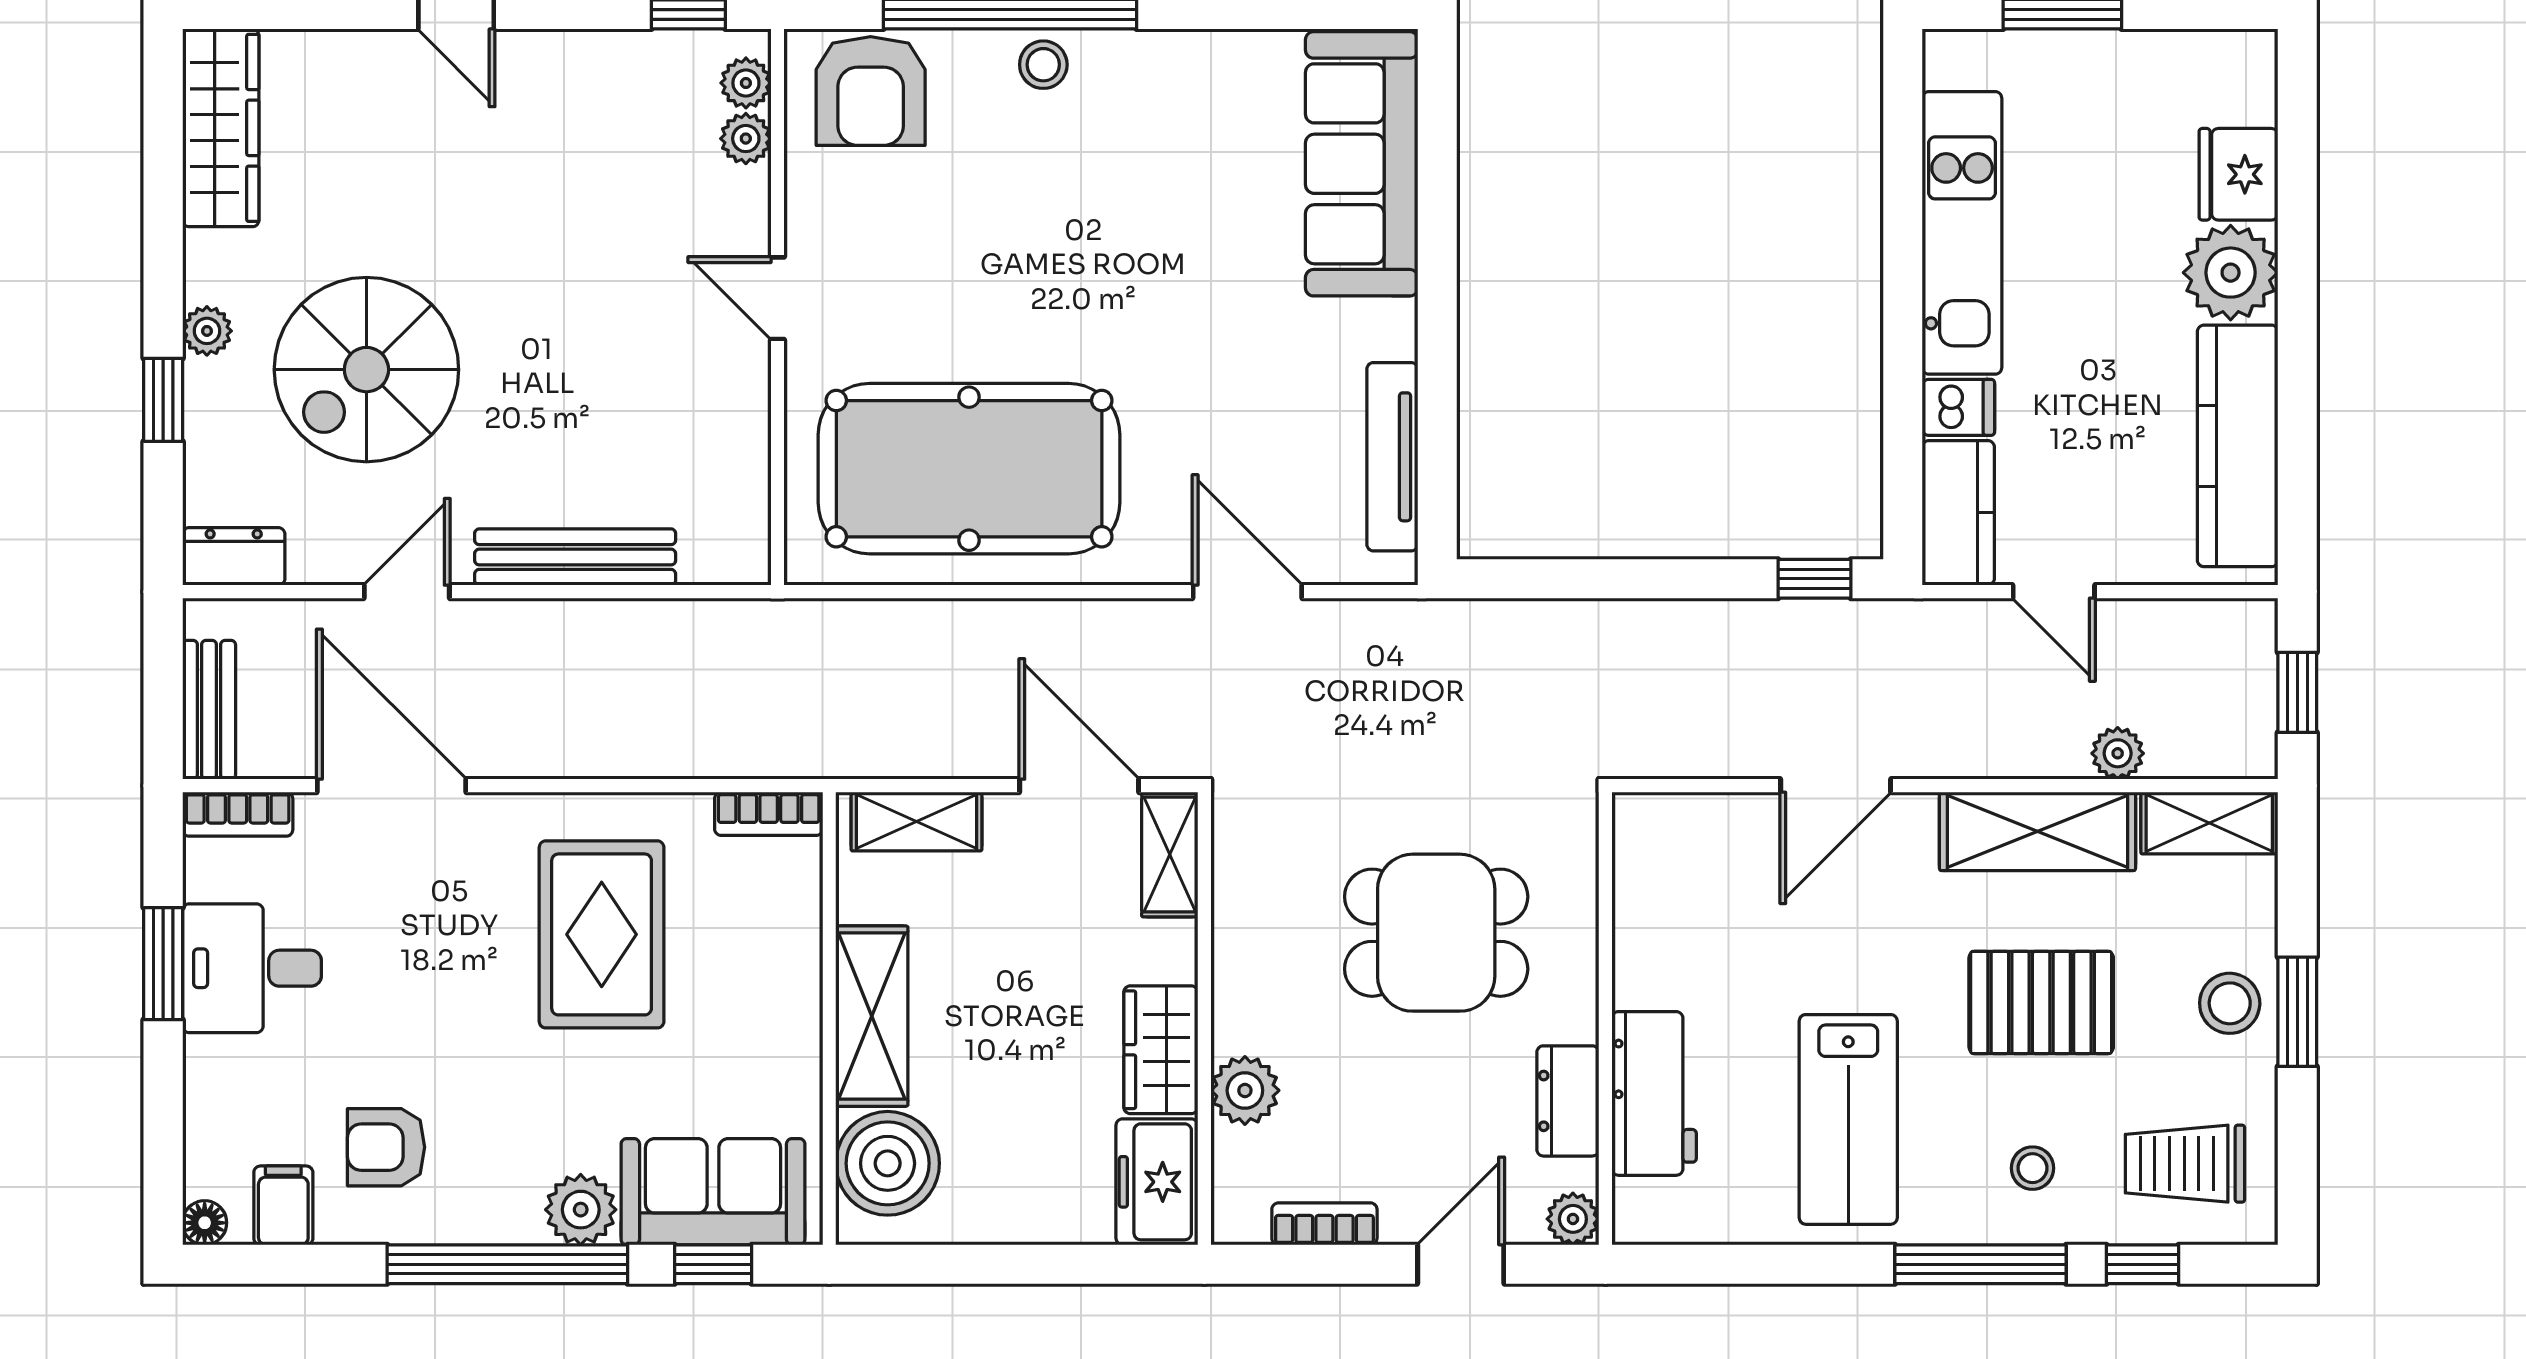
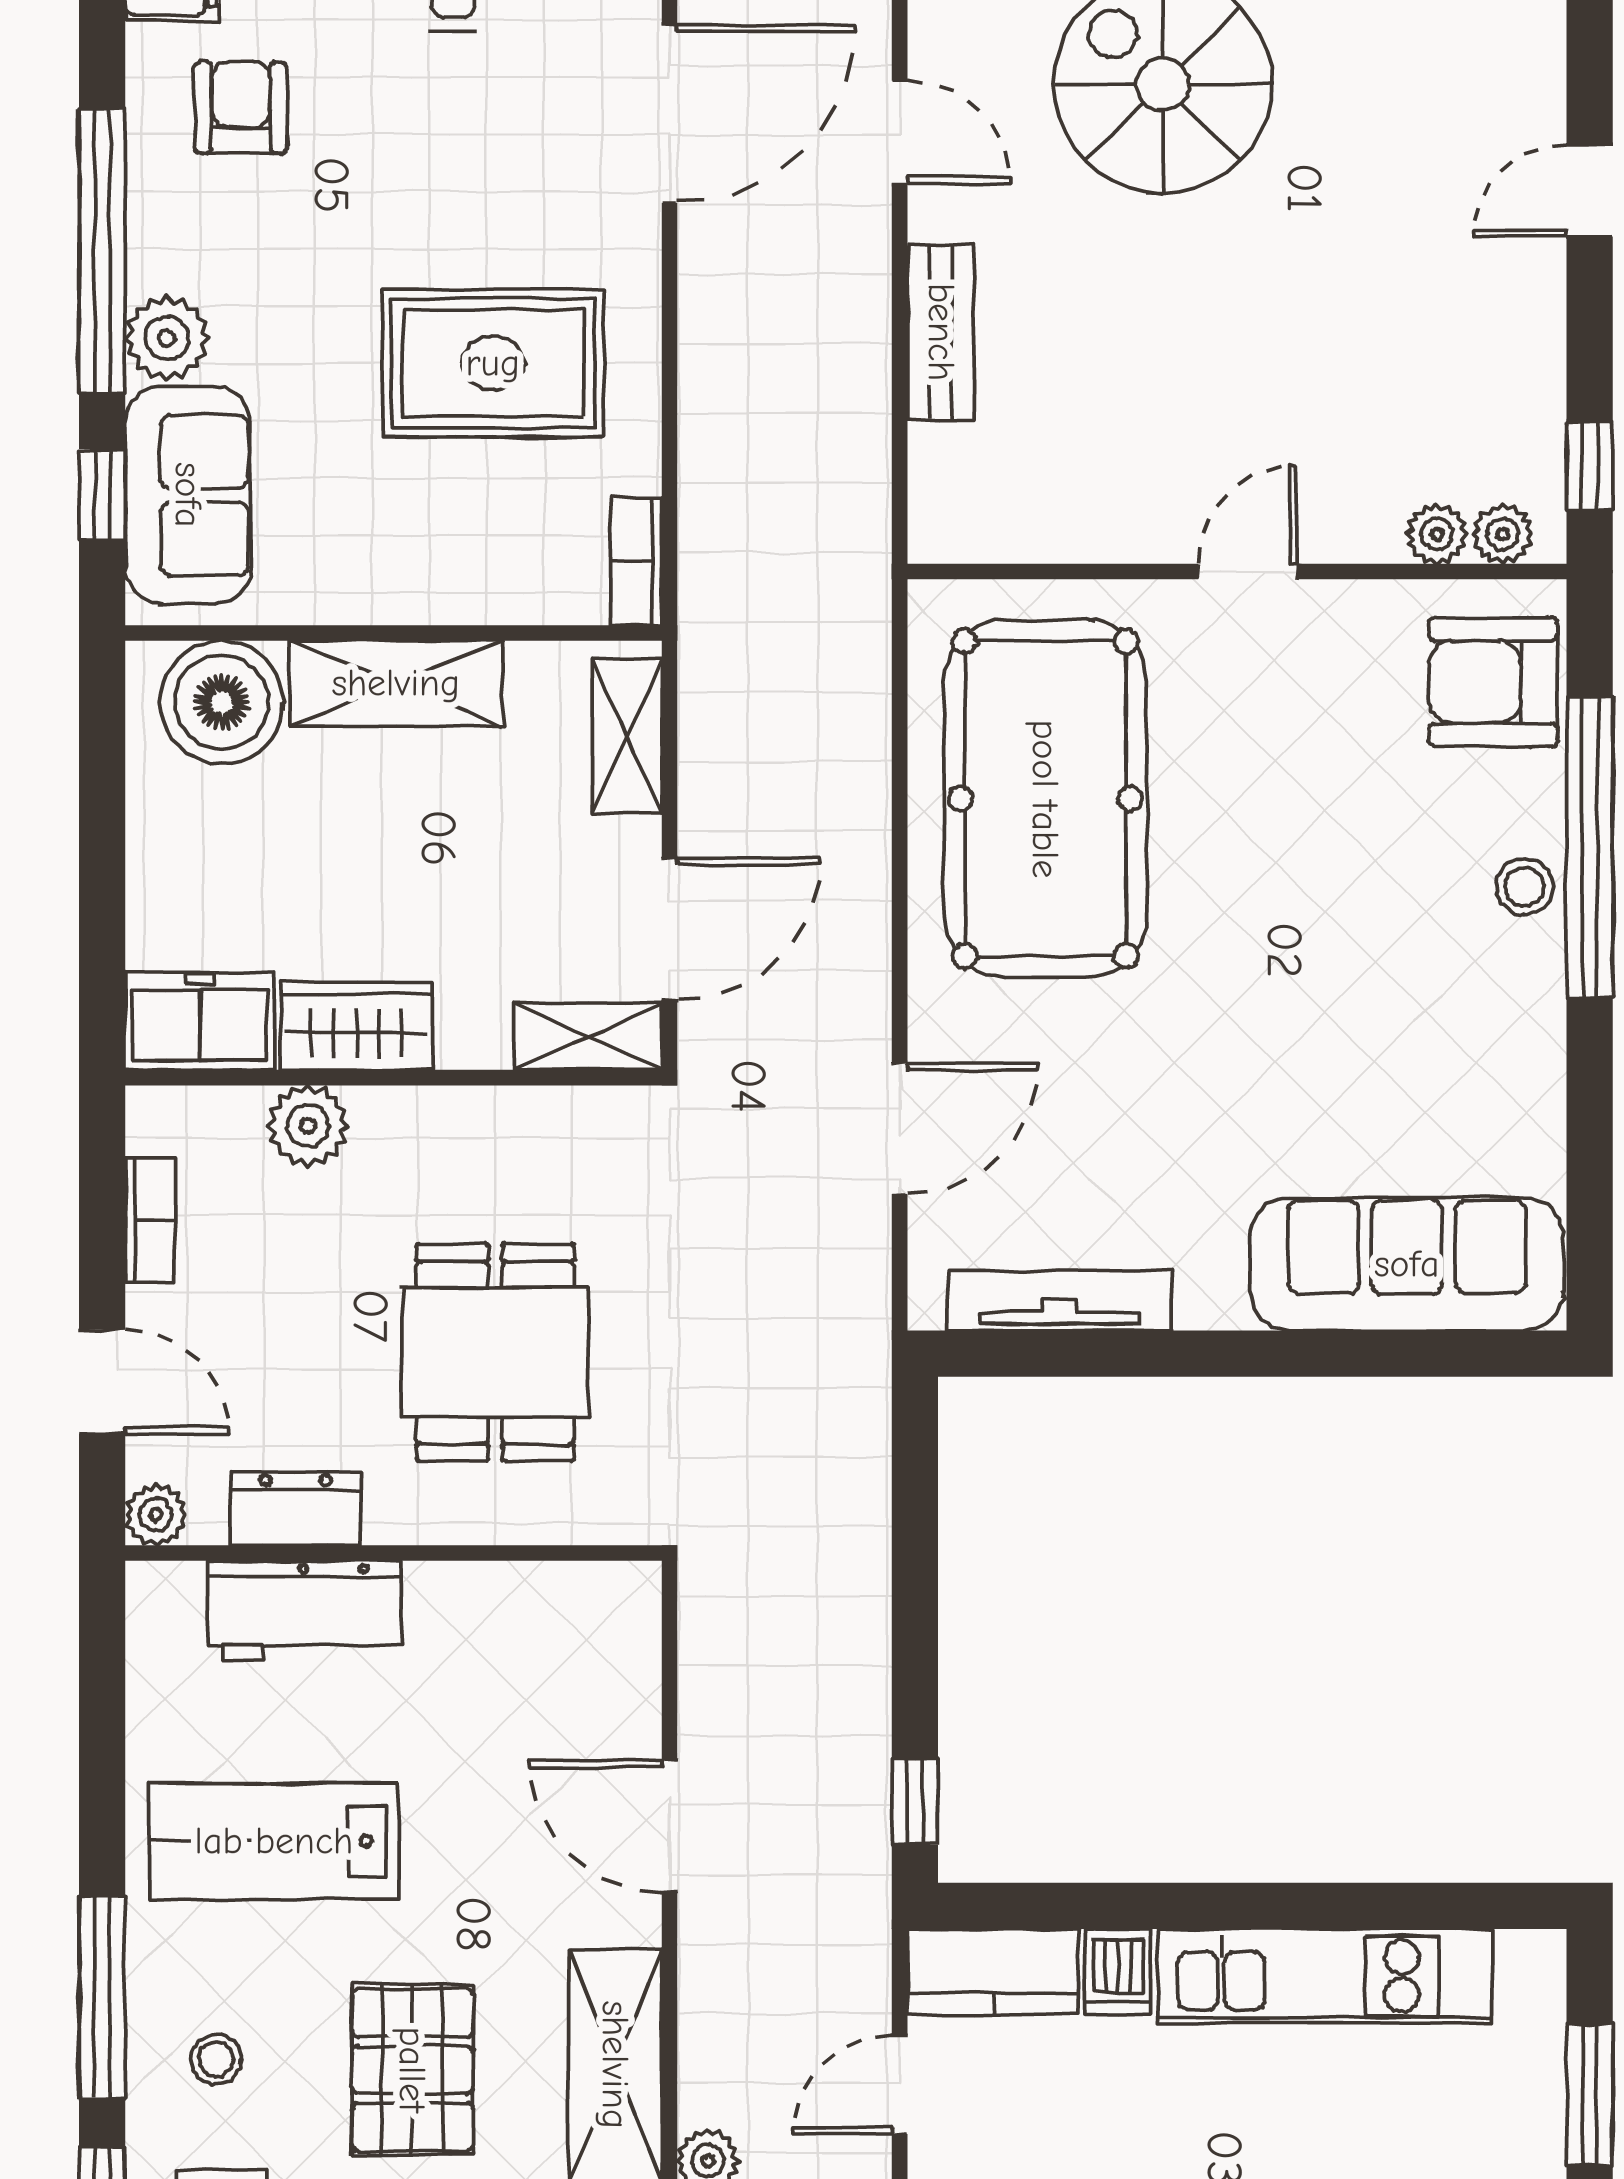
bench: (575, 557) -> (941, 332), width x0.73

